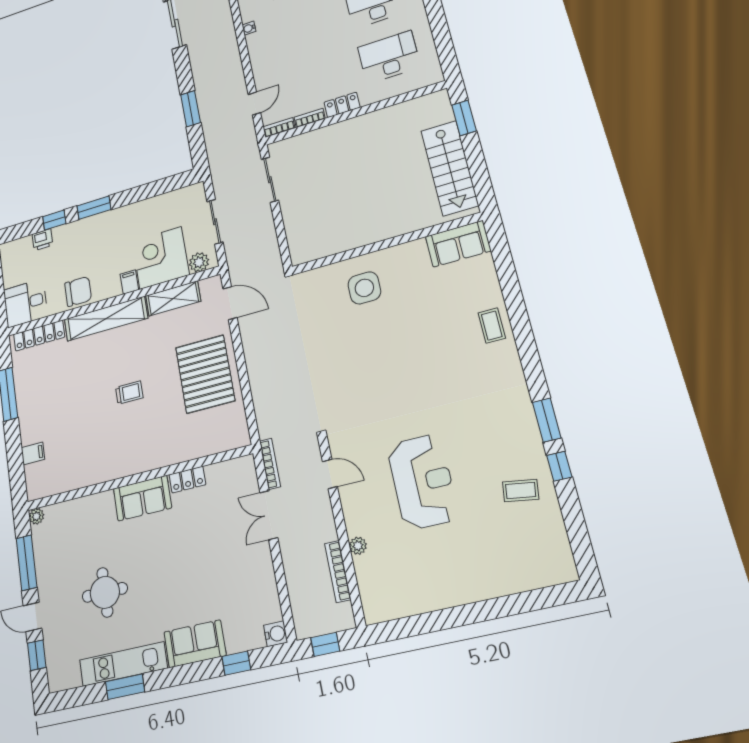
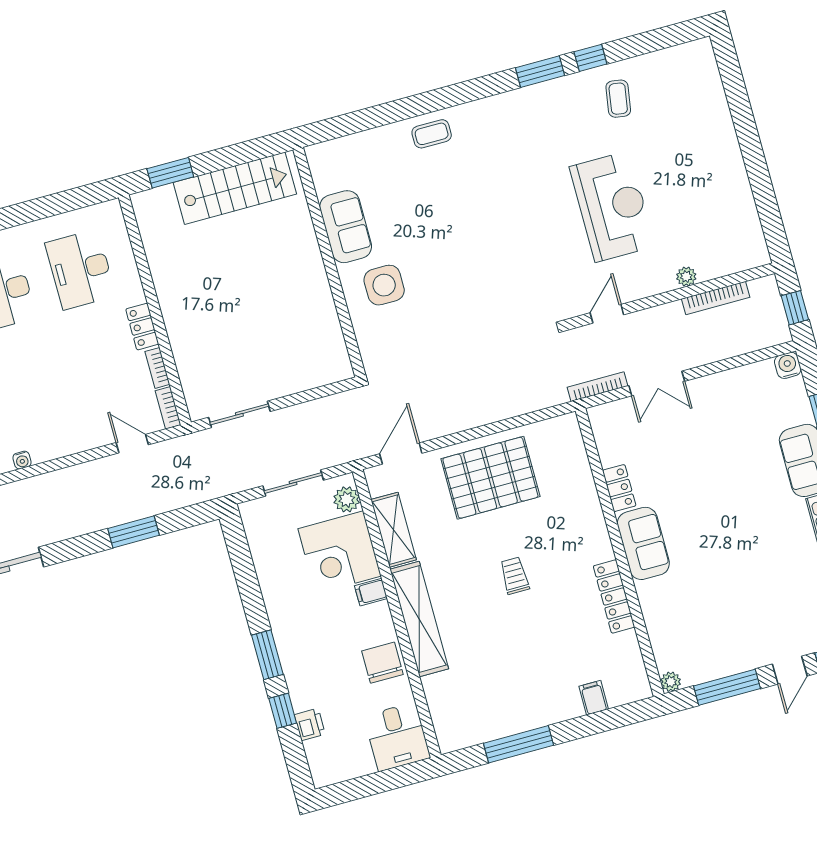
sofa: (458, 244) -> (346, 227), moved
locker: (39, 336) -> (614, 596), moved, turned 180
reception desk: (423, 482) -> (612, 206), turned 90
round table: (105, 592) -> (755, 579), removed

